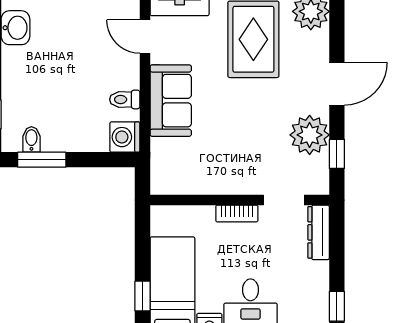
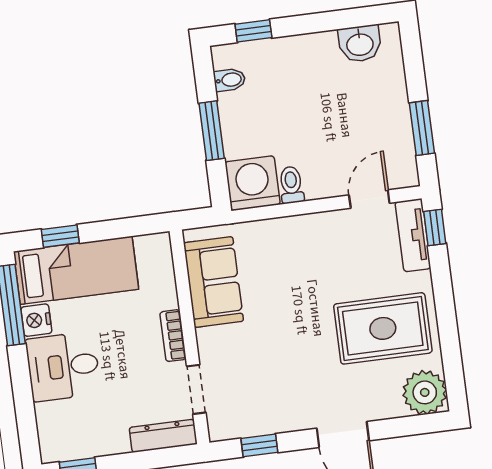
sofa: (171, 101) -> (213, 282), moved, turned -90
plant: (310, 135) -> (278, 410), removed
washing machine: (125, 137) -> (252, 183), width x1.37, depth x1.37
window: (42, 160) -> (212, 131), moved

